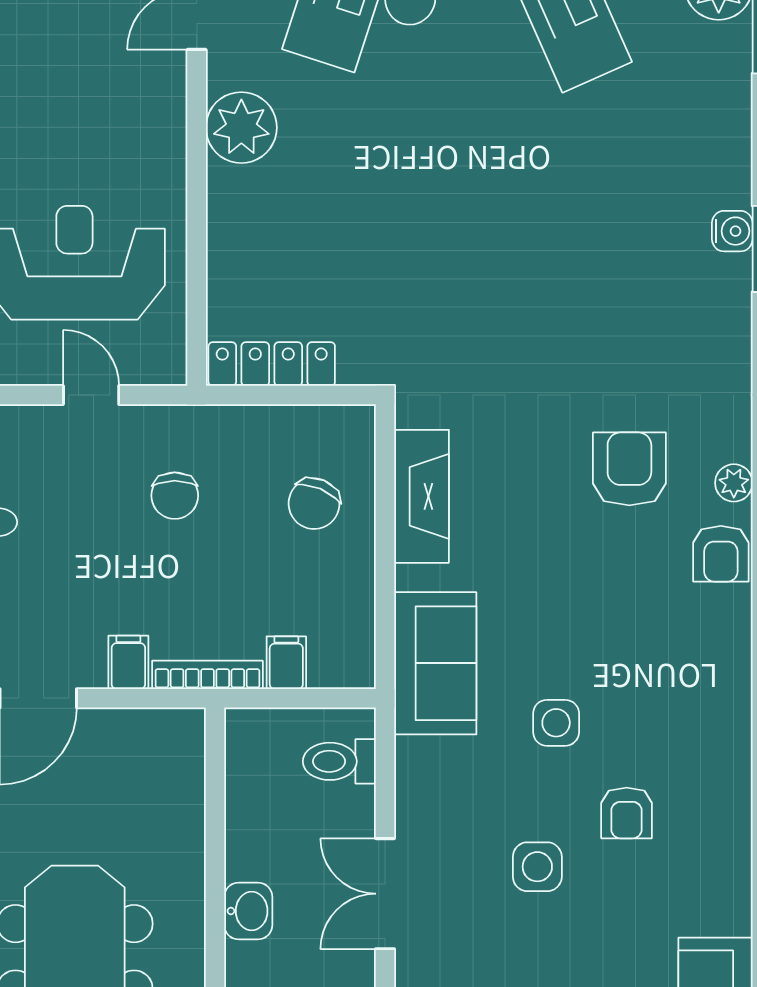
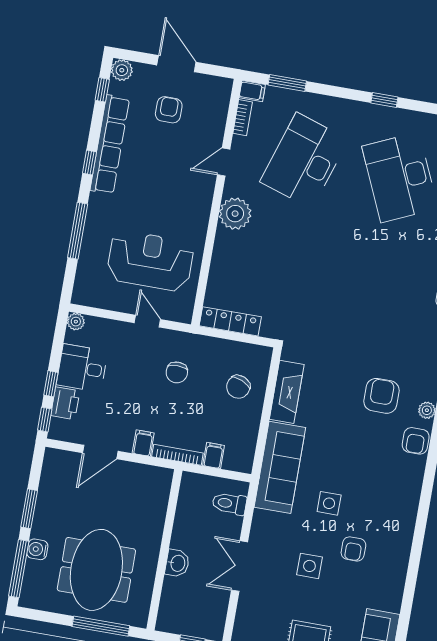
sofa: (435, 663) -> (280, 467), width x1.36

